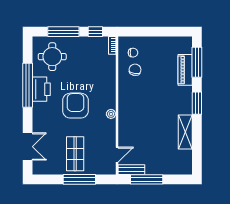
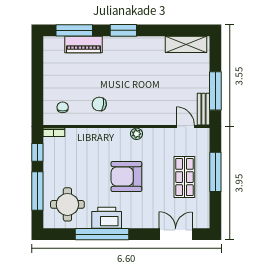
chair: (135, 70) -> (99, 104), moved
shelving: (185, 132) -> (186, 44), moved
shop shelf: (75, 154) -> (184, 177), turned 90

